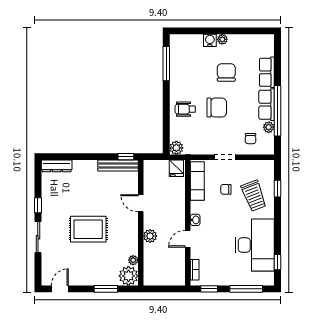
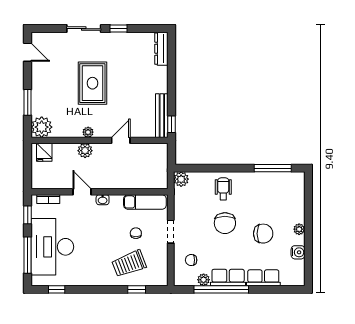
water cooler: (210, 40) -> (298, 252), moved
fridge: (176, 168) -> (44, 152), moved, turned -90
desk: (255, 245) -> (52, 247), moved, turned 90
plant: (133, 260) -> (88, 132), moved

